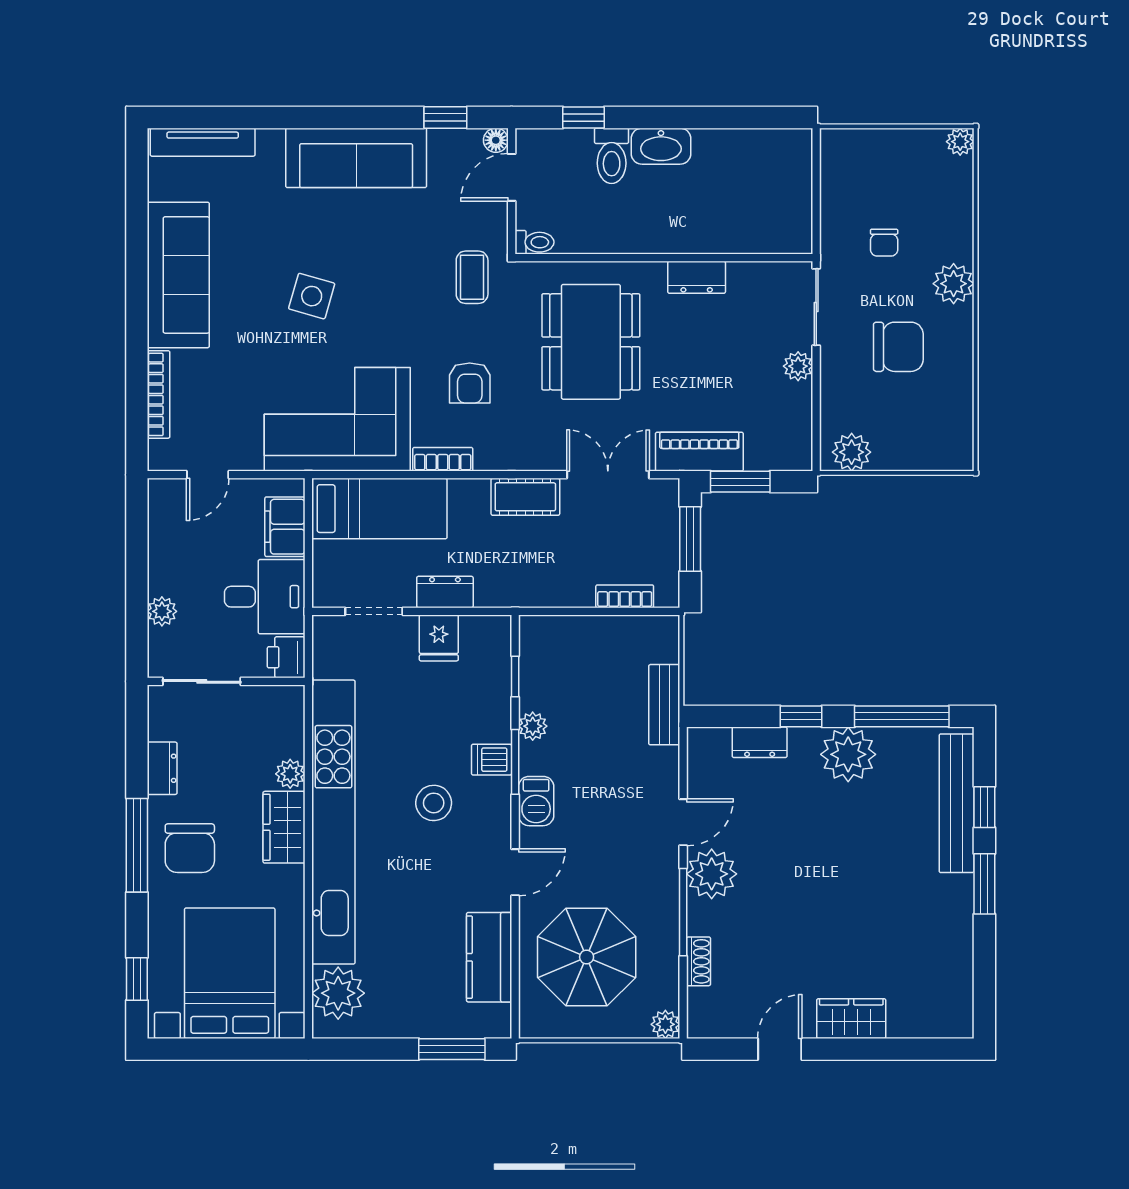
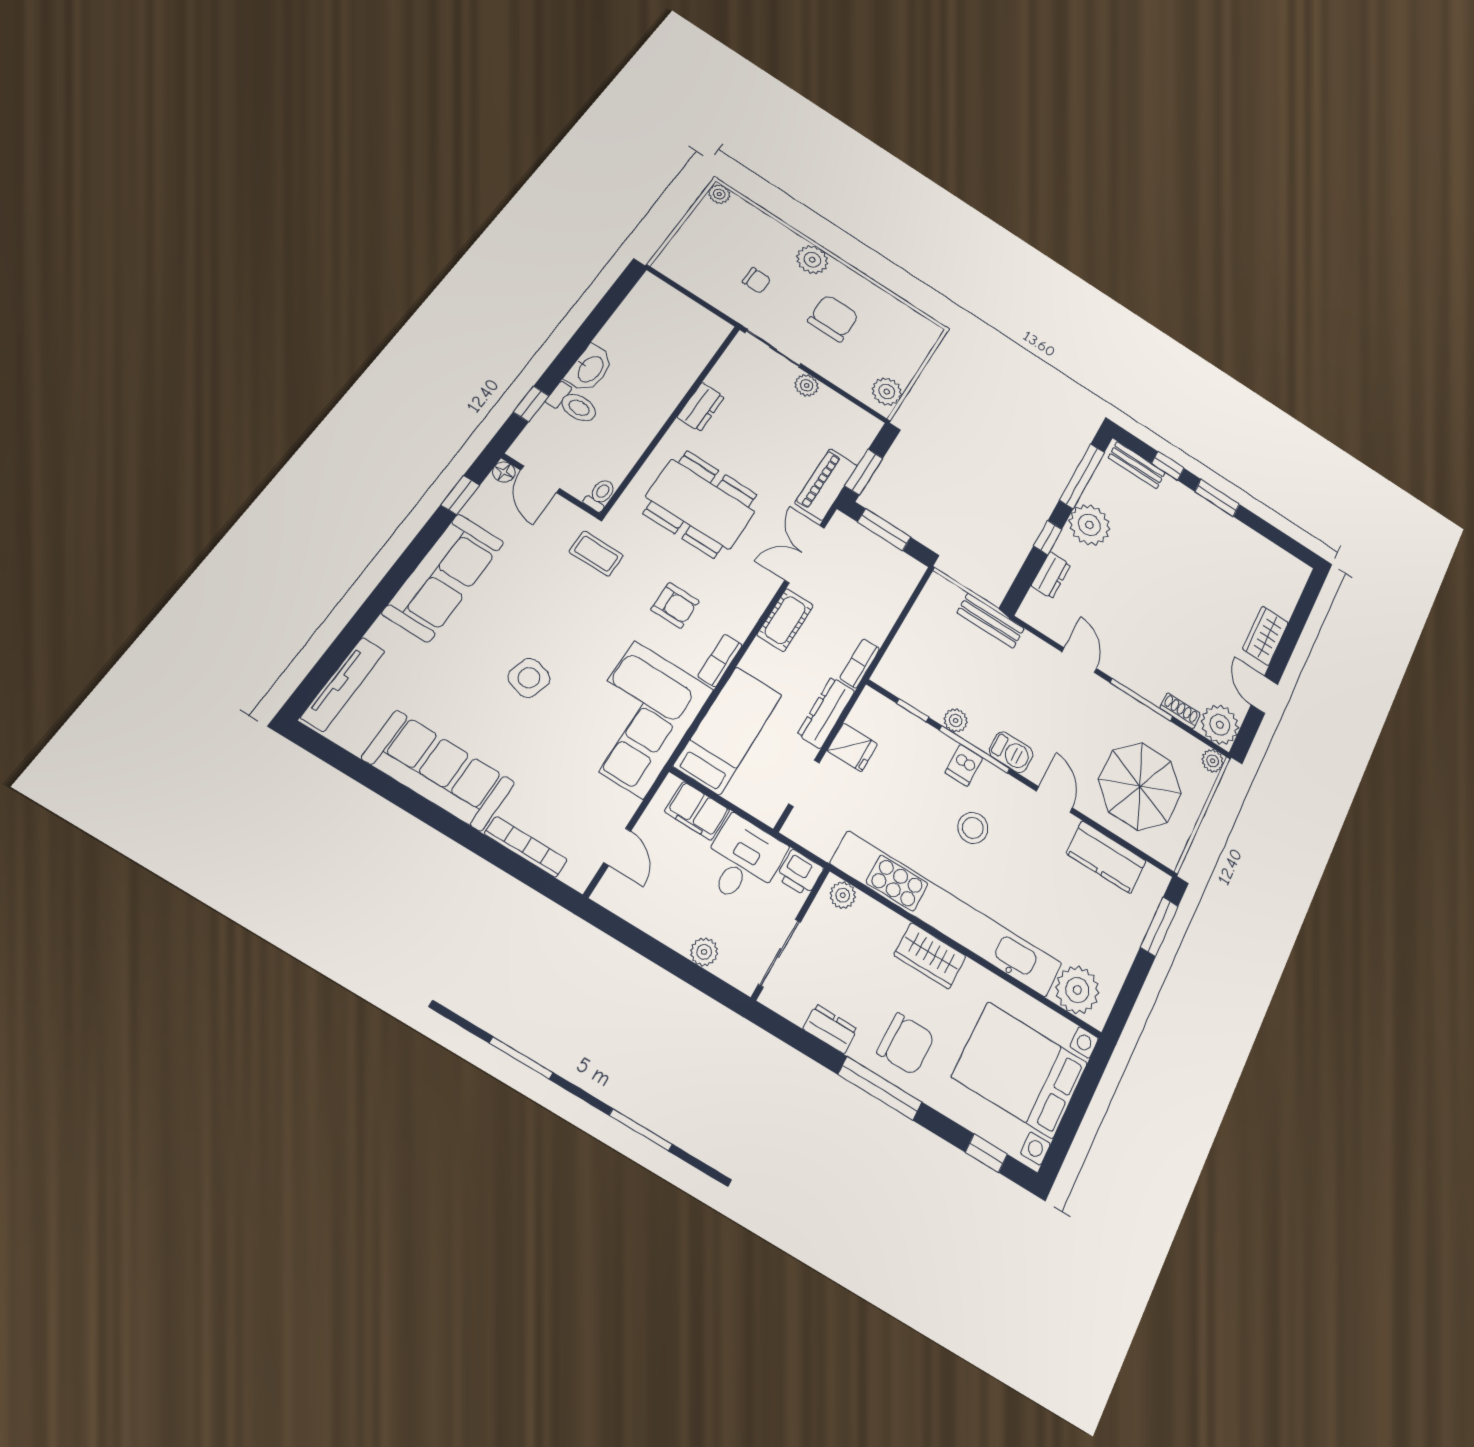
dresser: (445, 592) -> (826, 713), width x1.44
bookcase: (625, 596) -> (860, 663), moved
window: (515, 762) -> (975, 749), width x1.44
plant: (290, 774) -> (843, 895), moved
bench: (957, 803) -> (1137, 465), width x0.54, depth x0.82
plant: (712, 874) -> (1220, 725), moved

